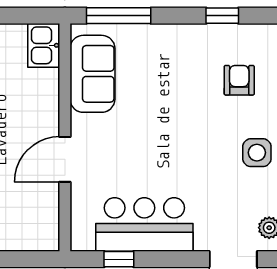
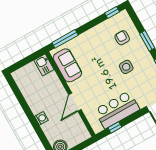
window: (222, 16) -> (112, 12), moved
side table: (257, 153) -> (126, 67), moved

